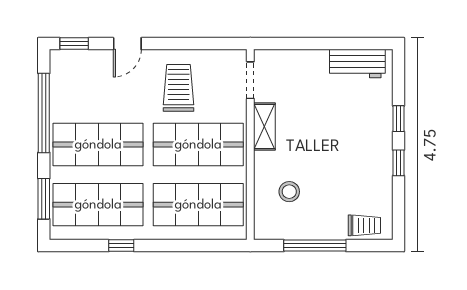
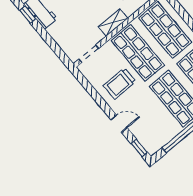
window: (367, 44) -> (28, 15), added
shelving: (264, 126) -> (113, 23), moved

